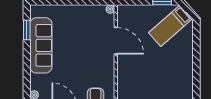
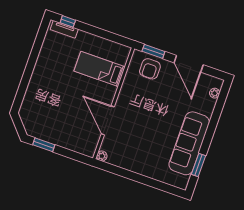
bed: (170, 26) -> (100, 69), moved, turned -138

